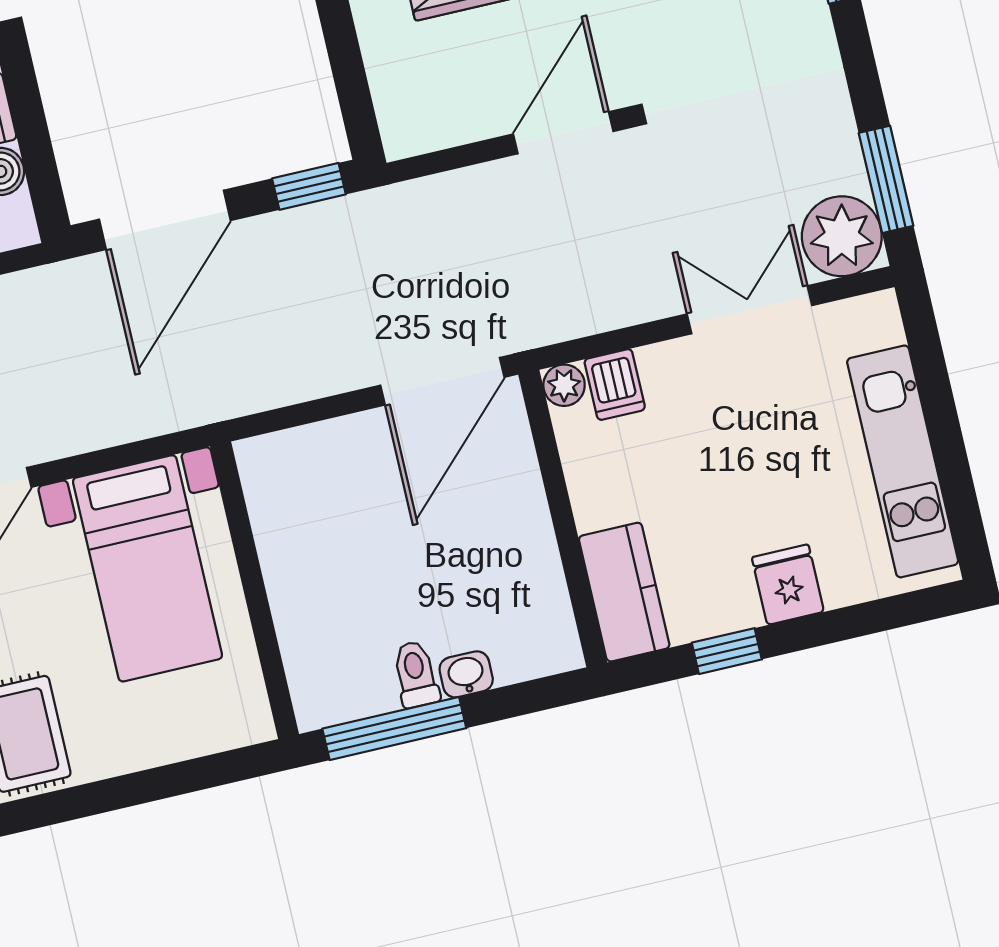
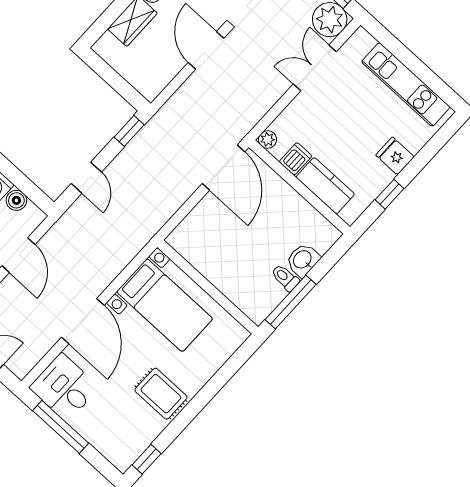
door: (165, 220) -> (86, 178), width x0.53
dishwasher: (615, 385) -> (296, 159), moved, turned -90
kitchen counter: (624, 592) -> (325, 186), moved
washbasin: (466, 674) -> (303, 260), width x1.38, depth x1.45

